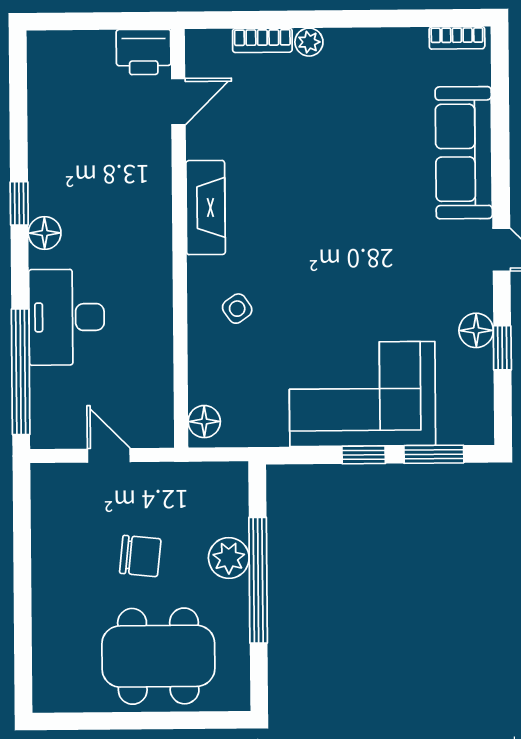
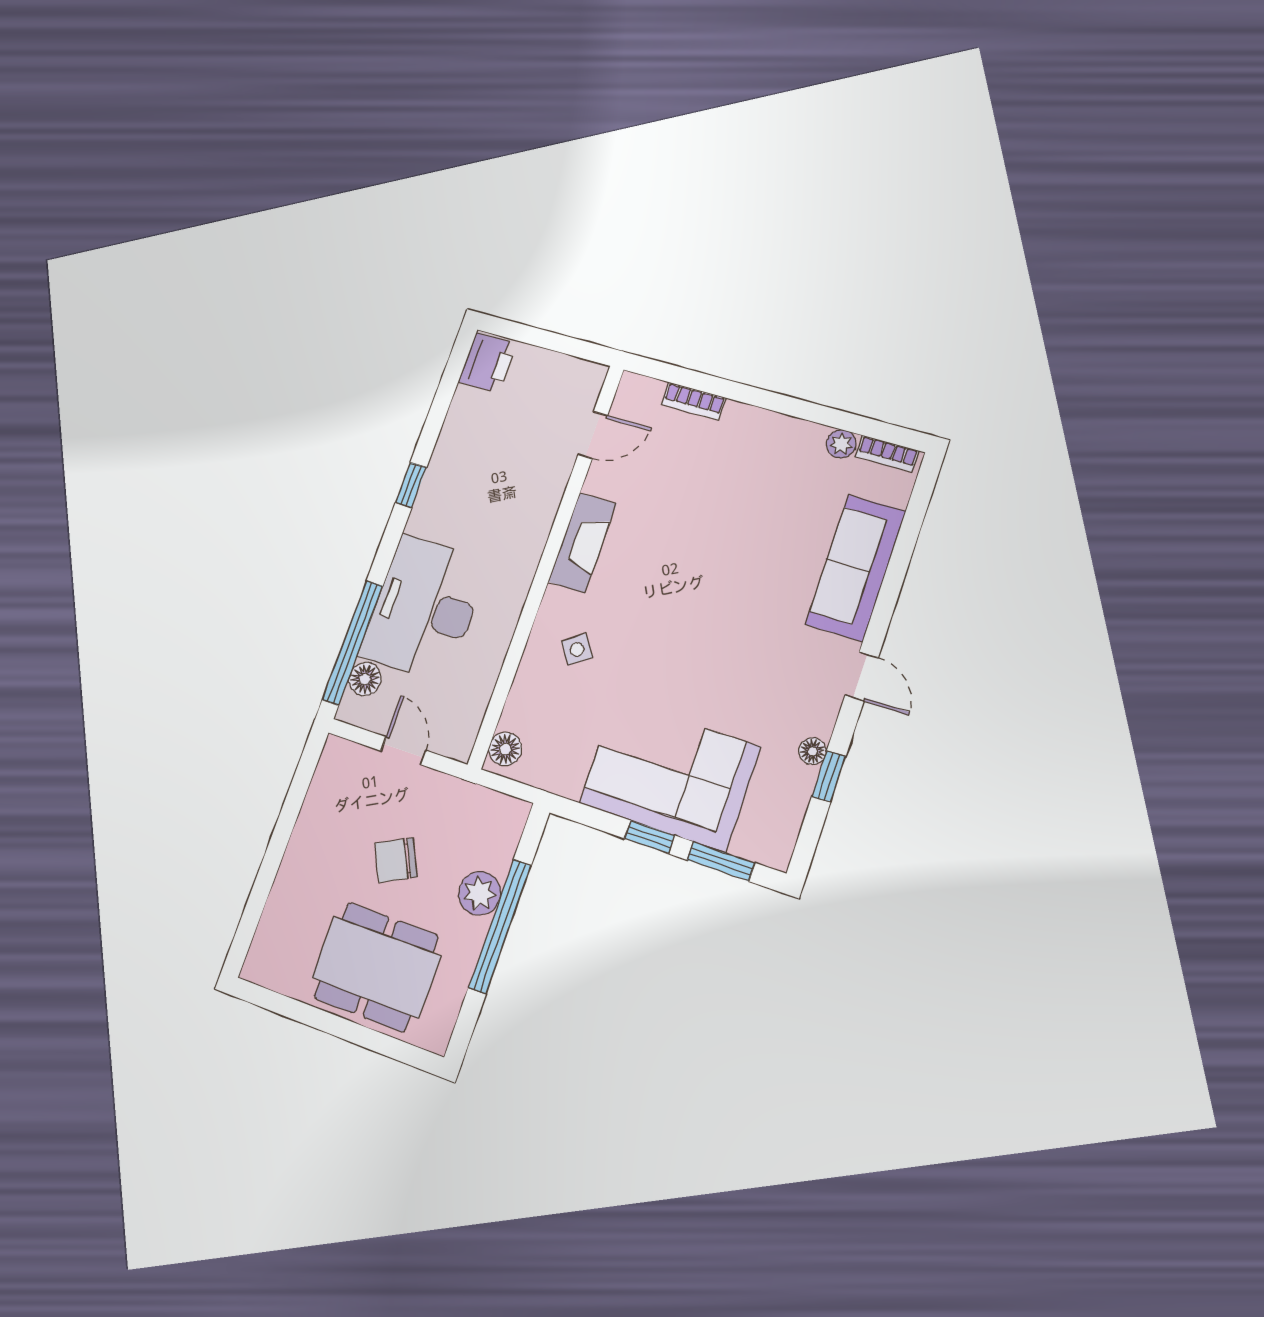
plant: (309, 42) -> (841, 444), moved
printer: (144, 52) -> (488, 363), moved, turned -90
floor lamp: (45, 233) -> (365, 679), moved
desk: (67, 317) -> (424, 608), width x1.36, depth x1.30
floor lamp: (476, 330) -> (813, 751), width x0.73, depth x0.73
chair: (140, 556) -> (396, 860), turned 147

